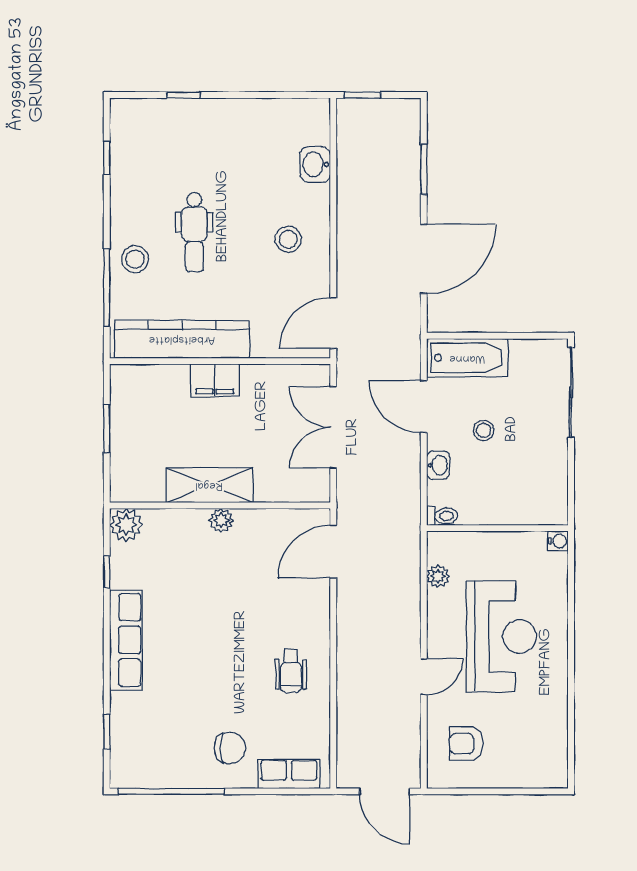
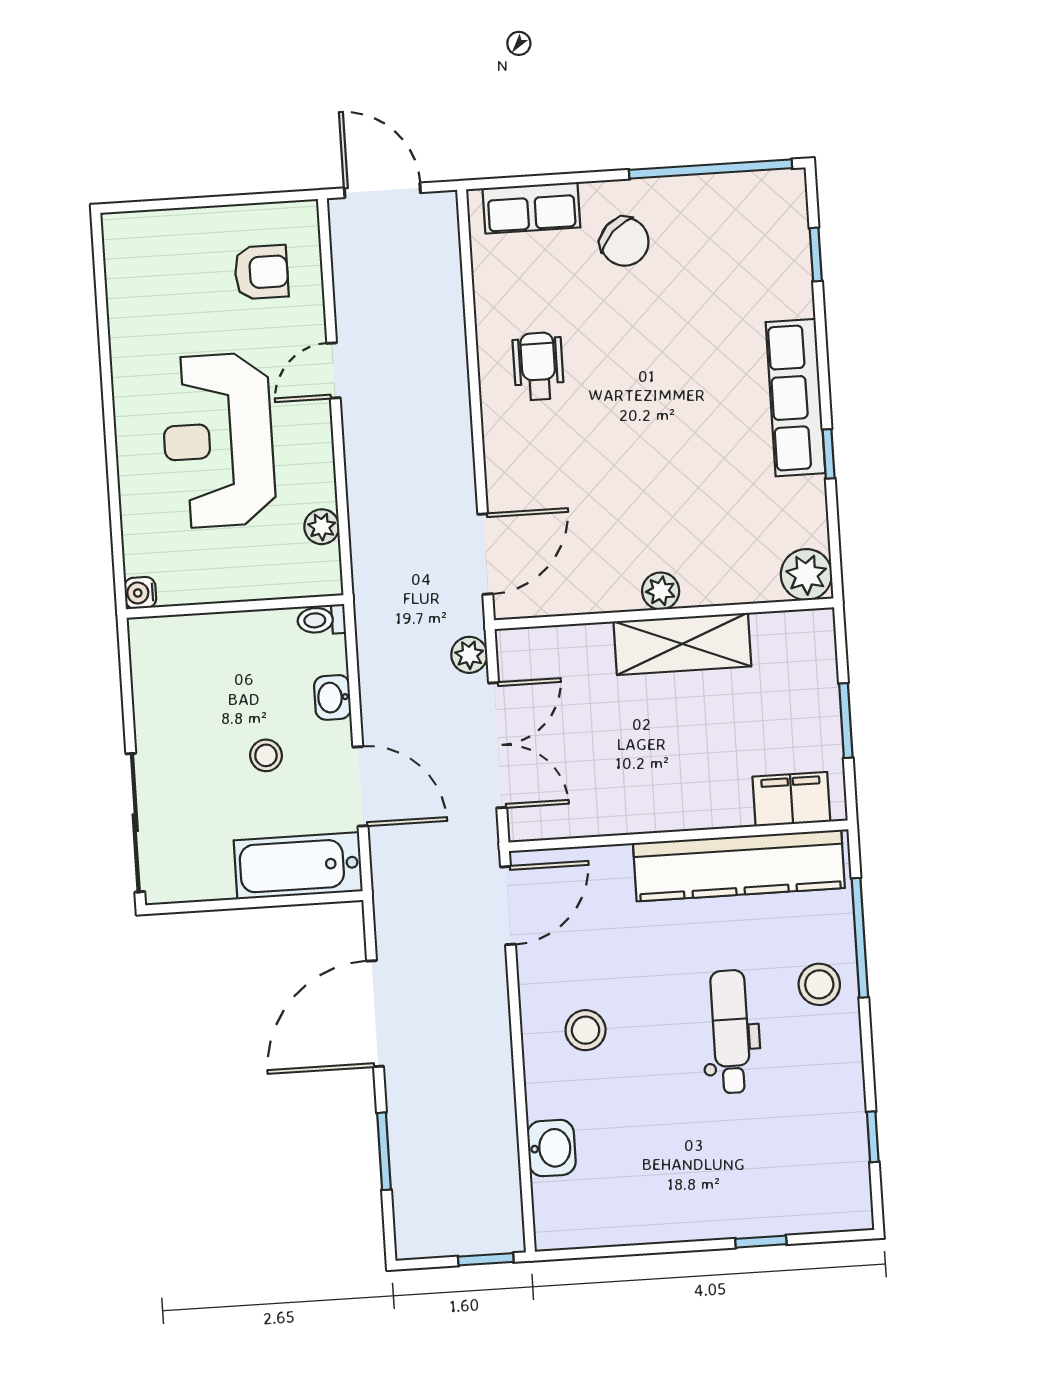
filing cabinet: (215, 380) -> (791, 799), moved
plant: (348, 487) -> (469, 655), added
window: (107, 572) -> (829, 454), moved
chair: (230, 748) -> (625, 242), turned -135

